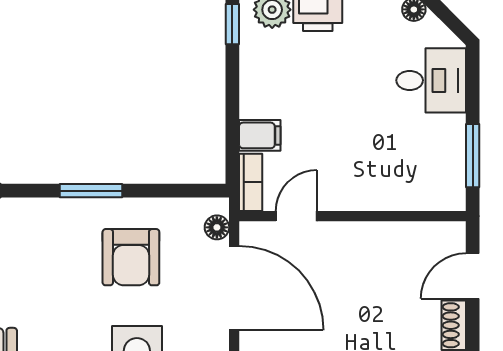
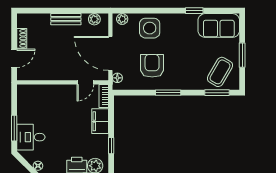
window: (232, 24) -> (111, 146), moved
filing cabinet: (260, 135) -> (100, 121), width x2.00
window: (473, 156) -> (14, 128), moved

